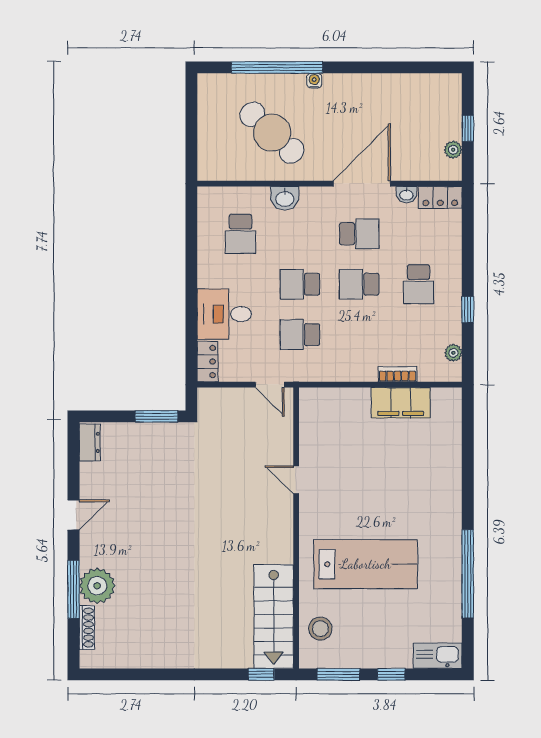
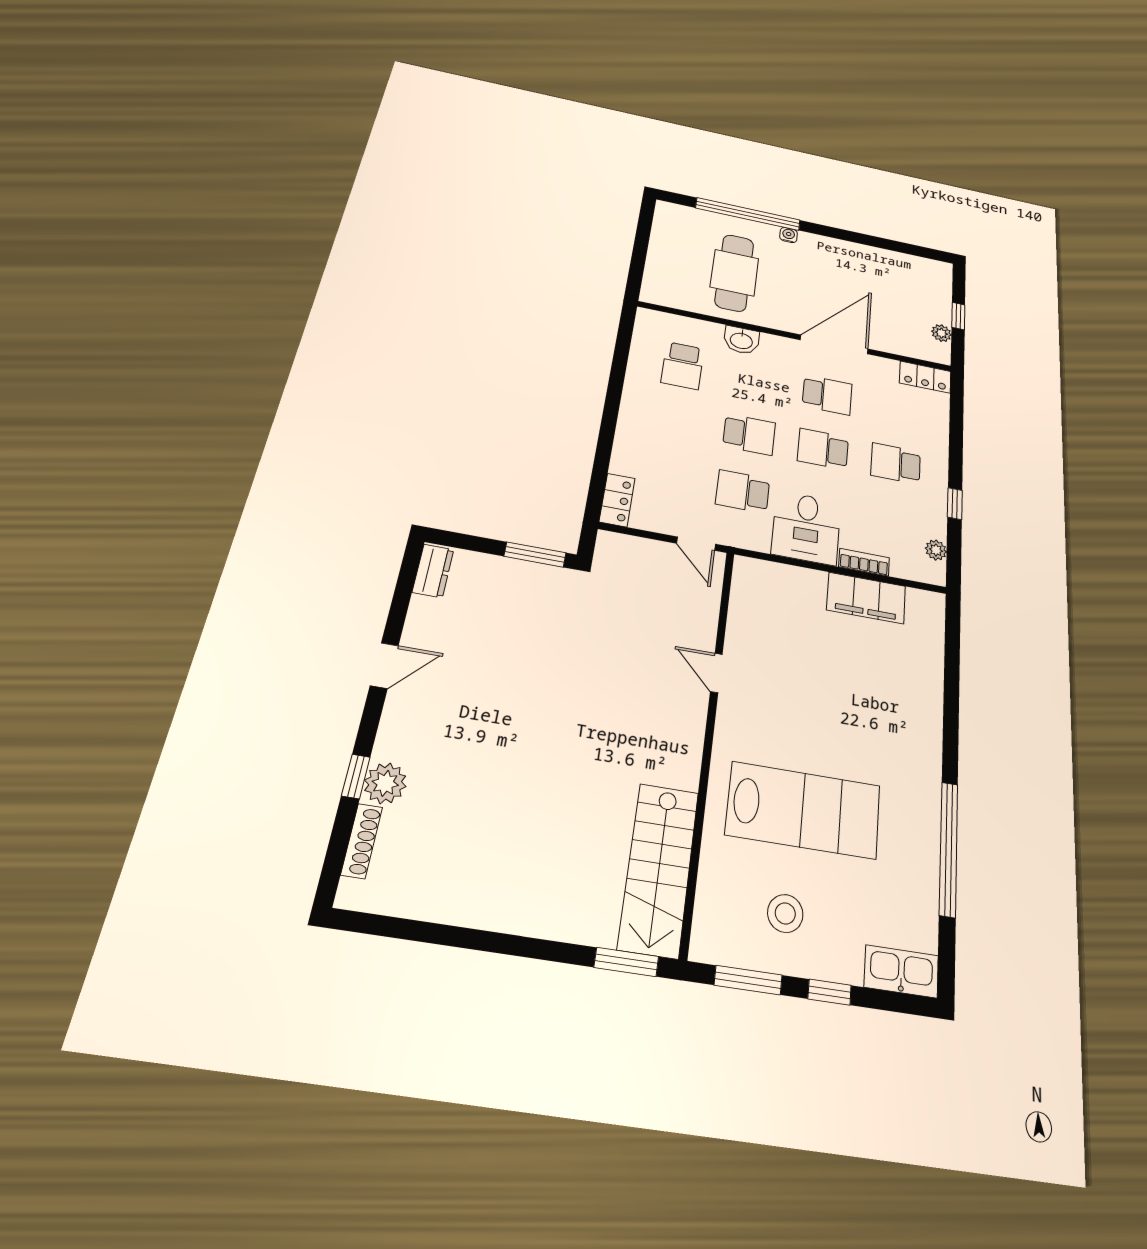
cafe table: (272, 133) -> (734, 273), turned 47
washbasin: (406, 195) -> (886, 366), removed
school desk: (300, 284) -> (749, 434), turned 180
school desk: (419, 284) -> (896, 463), turned 90
desk: (224, 314) -> (806, 528), moved, turned -90
plant: (97, 586) -> (385, 783), width x0.73, depth x0.73
window: (73, 589) -> (356, 776), width x0.46
stool: (320, 629) -> (785, 913), moved
window: (261, 674) -> (626, 962), width x1.50

